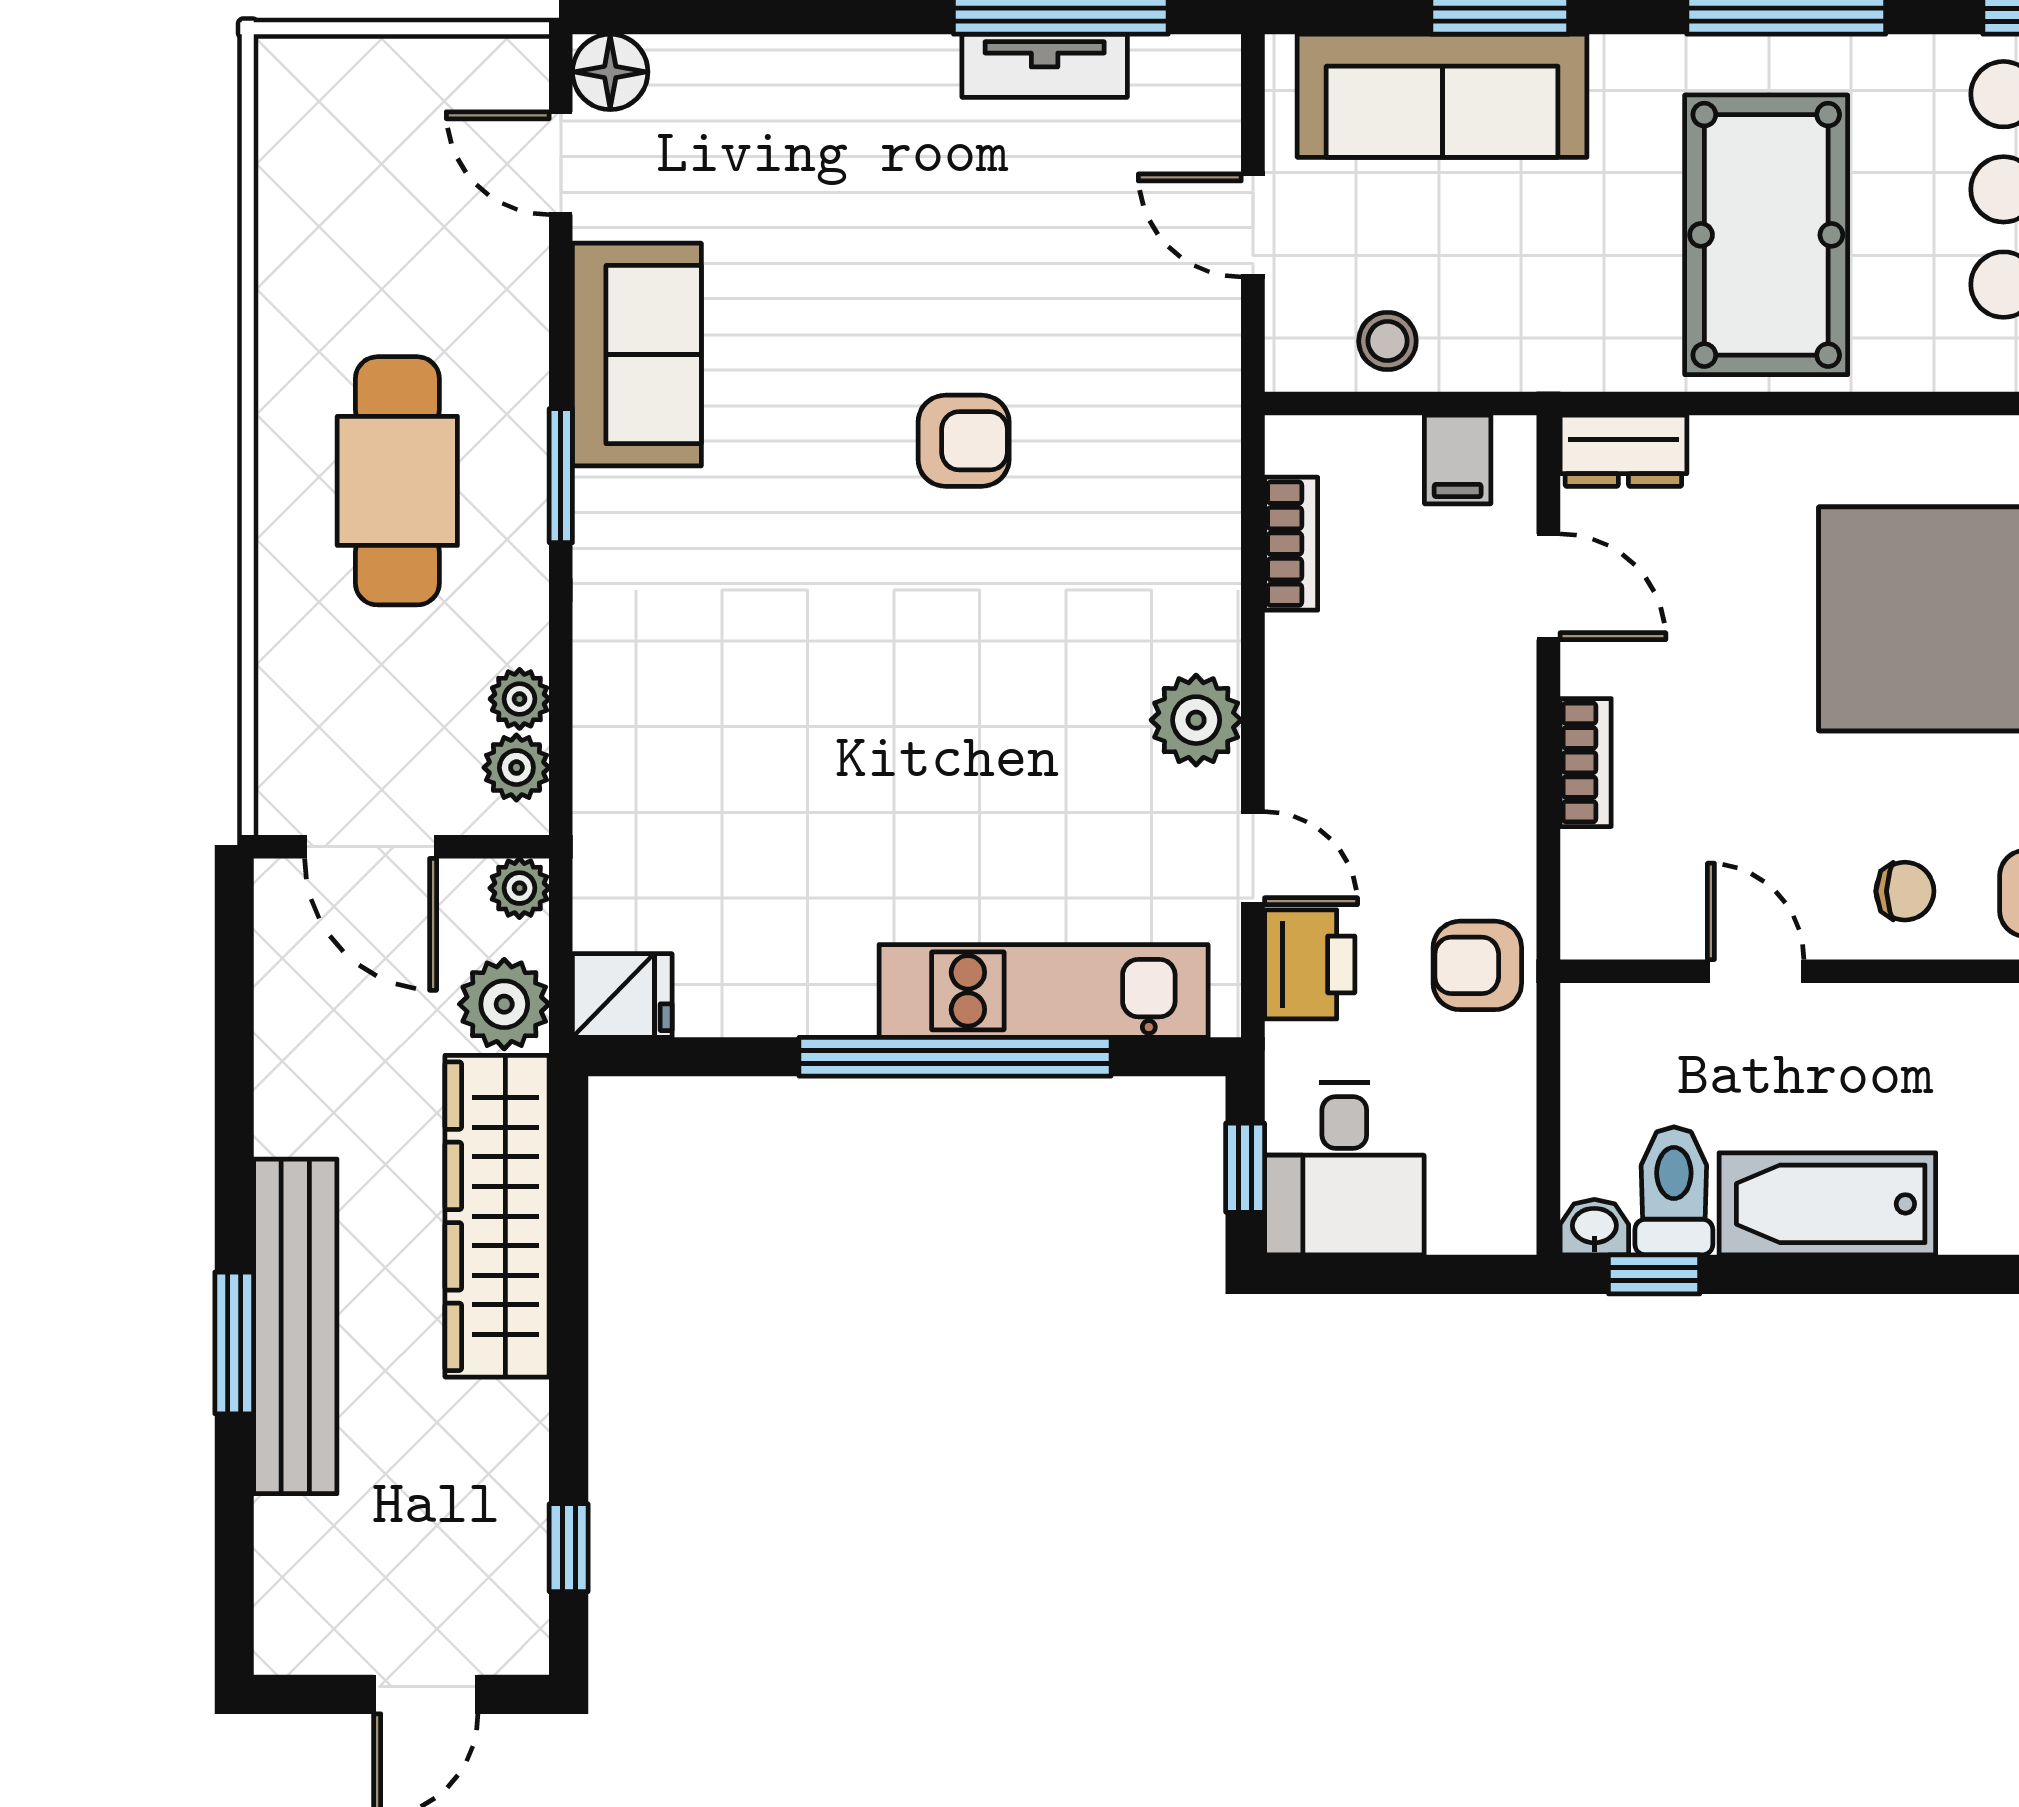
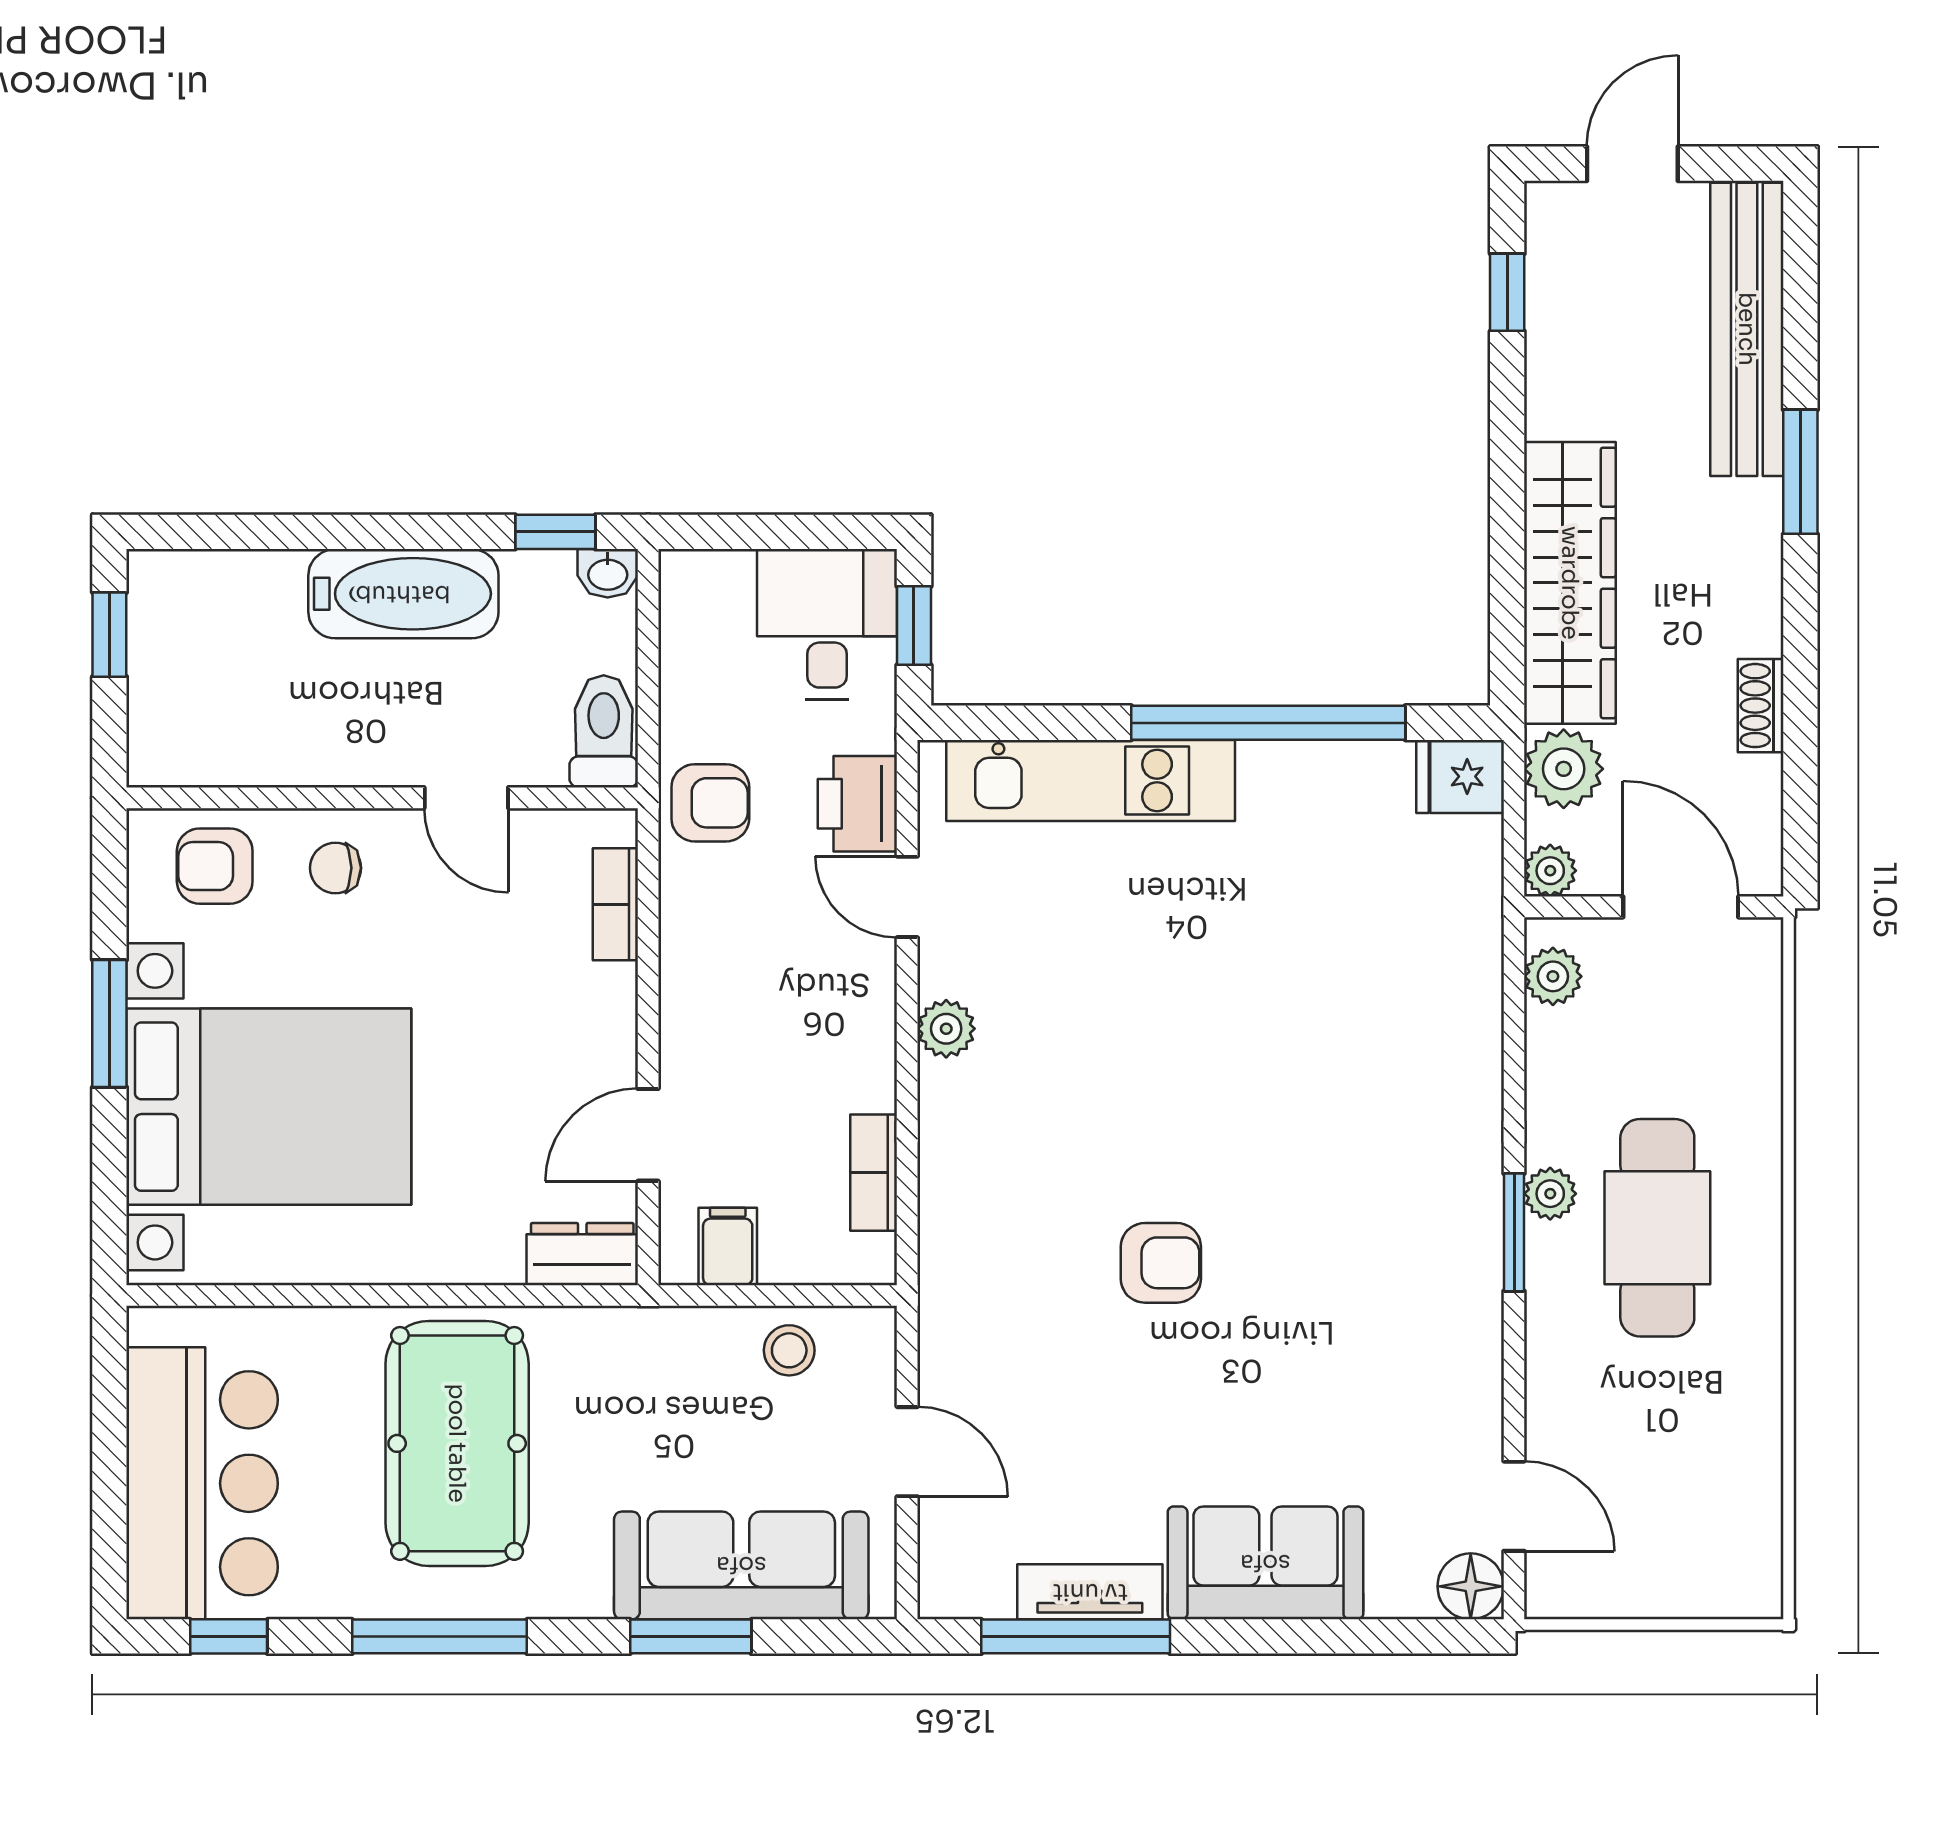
sofa: (637, 355) -> (1265, 1563), moved, turned 90
armchair: (964, 441) -> (1161, 1263), turned 180
door: (1548, 587) -> (648, 1135), hinge flipped
plant: (520, 699) -> (1550, 1194), moved
plant: (1196, 720) -> (946, 1029), width x0.73, depth x0.73
bookcase: (1586, 763) -> (615, 904), moved
window: (955, 1057) -> (1268, 723), moved
shoe rack: (280, 1076) -> (1761, 706), added
toilet: (1674, 1191) -> (604, 731), moved, turned 180
bench: (295, 1326) -> (1747, 329), moved

